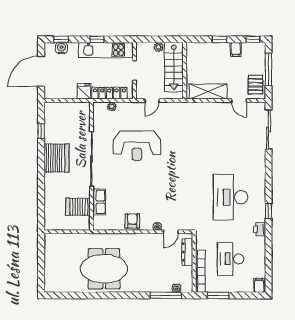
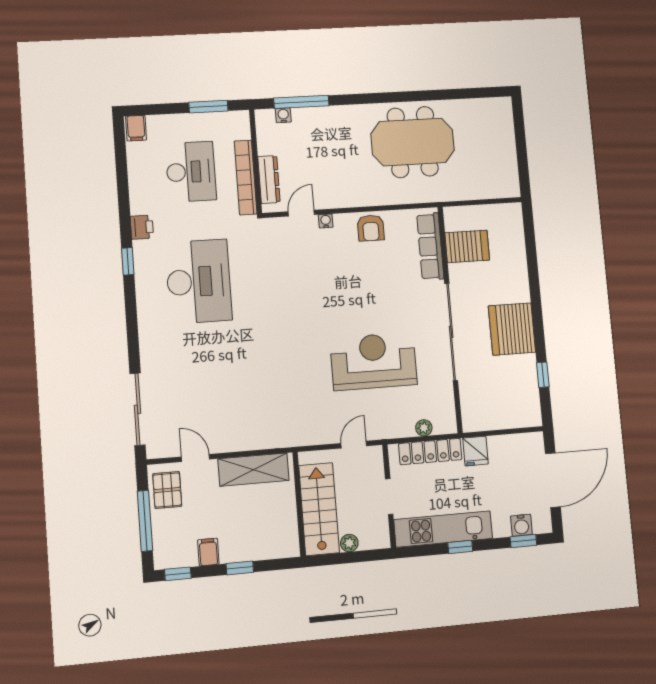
row of seats: (99, 202) -> (430, 246), width x1.48
bookcase: (200, 271) -> (246, 177), moved

